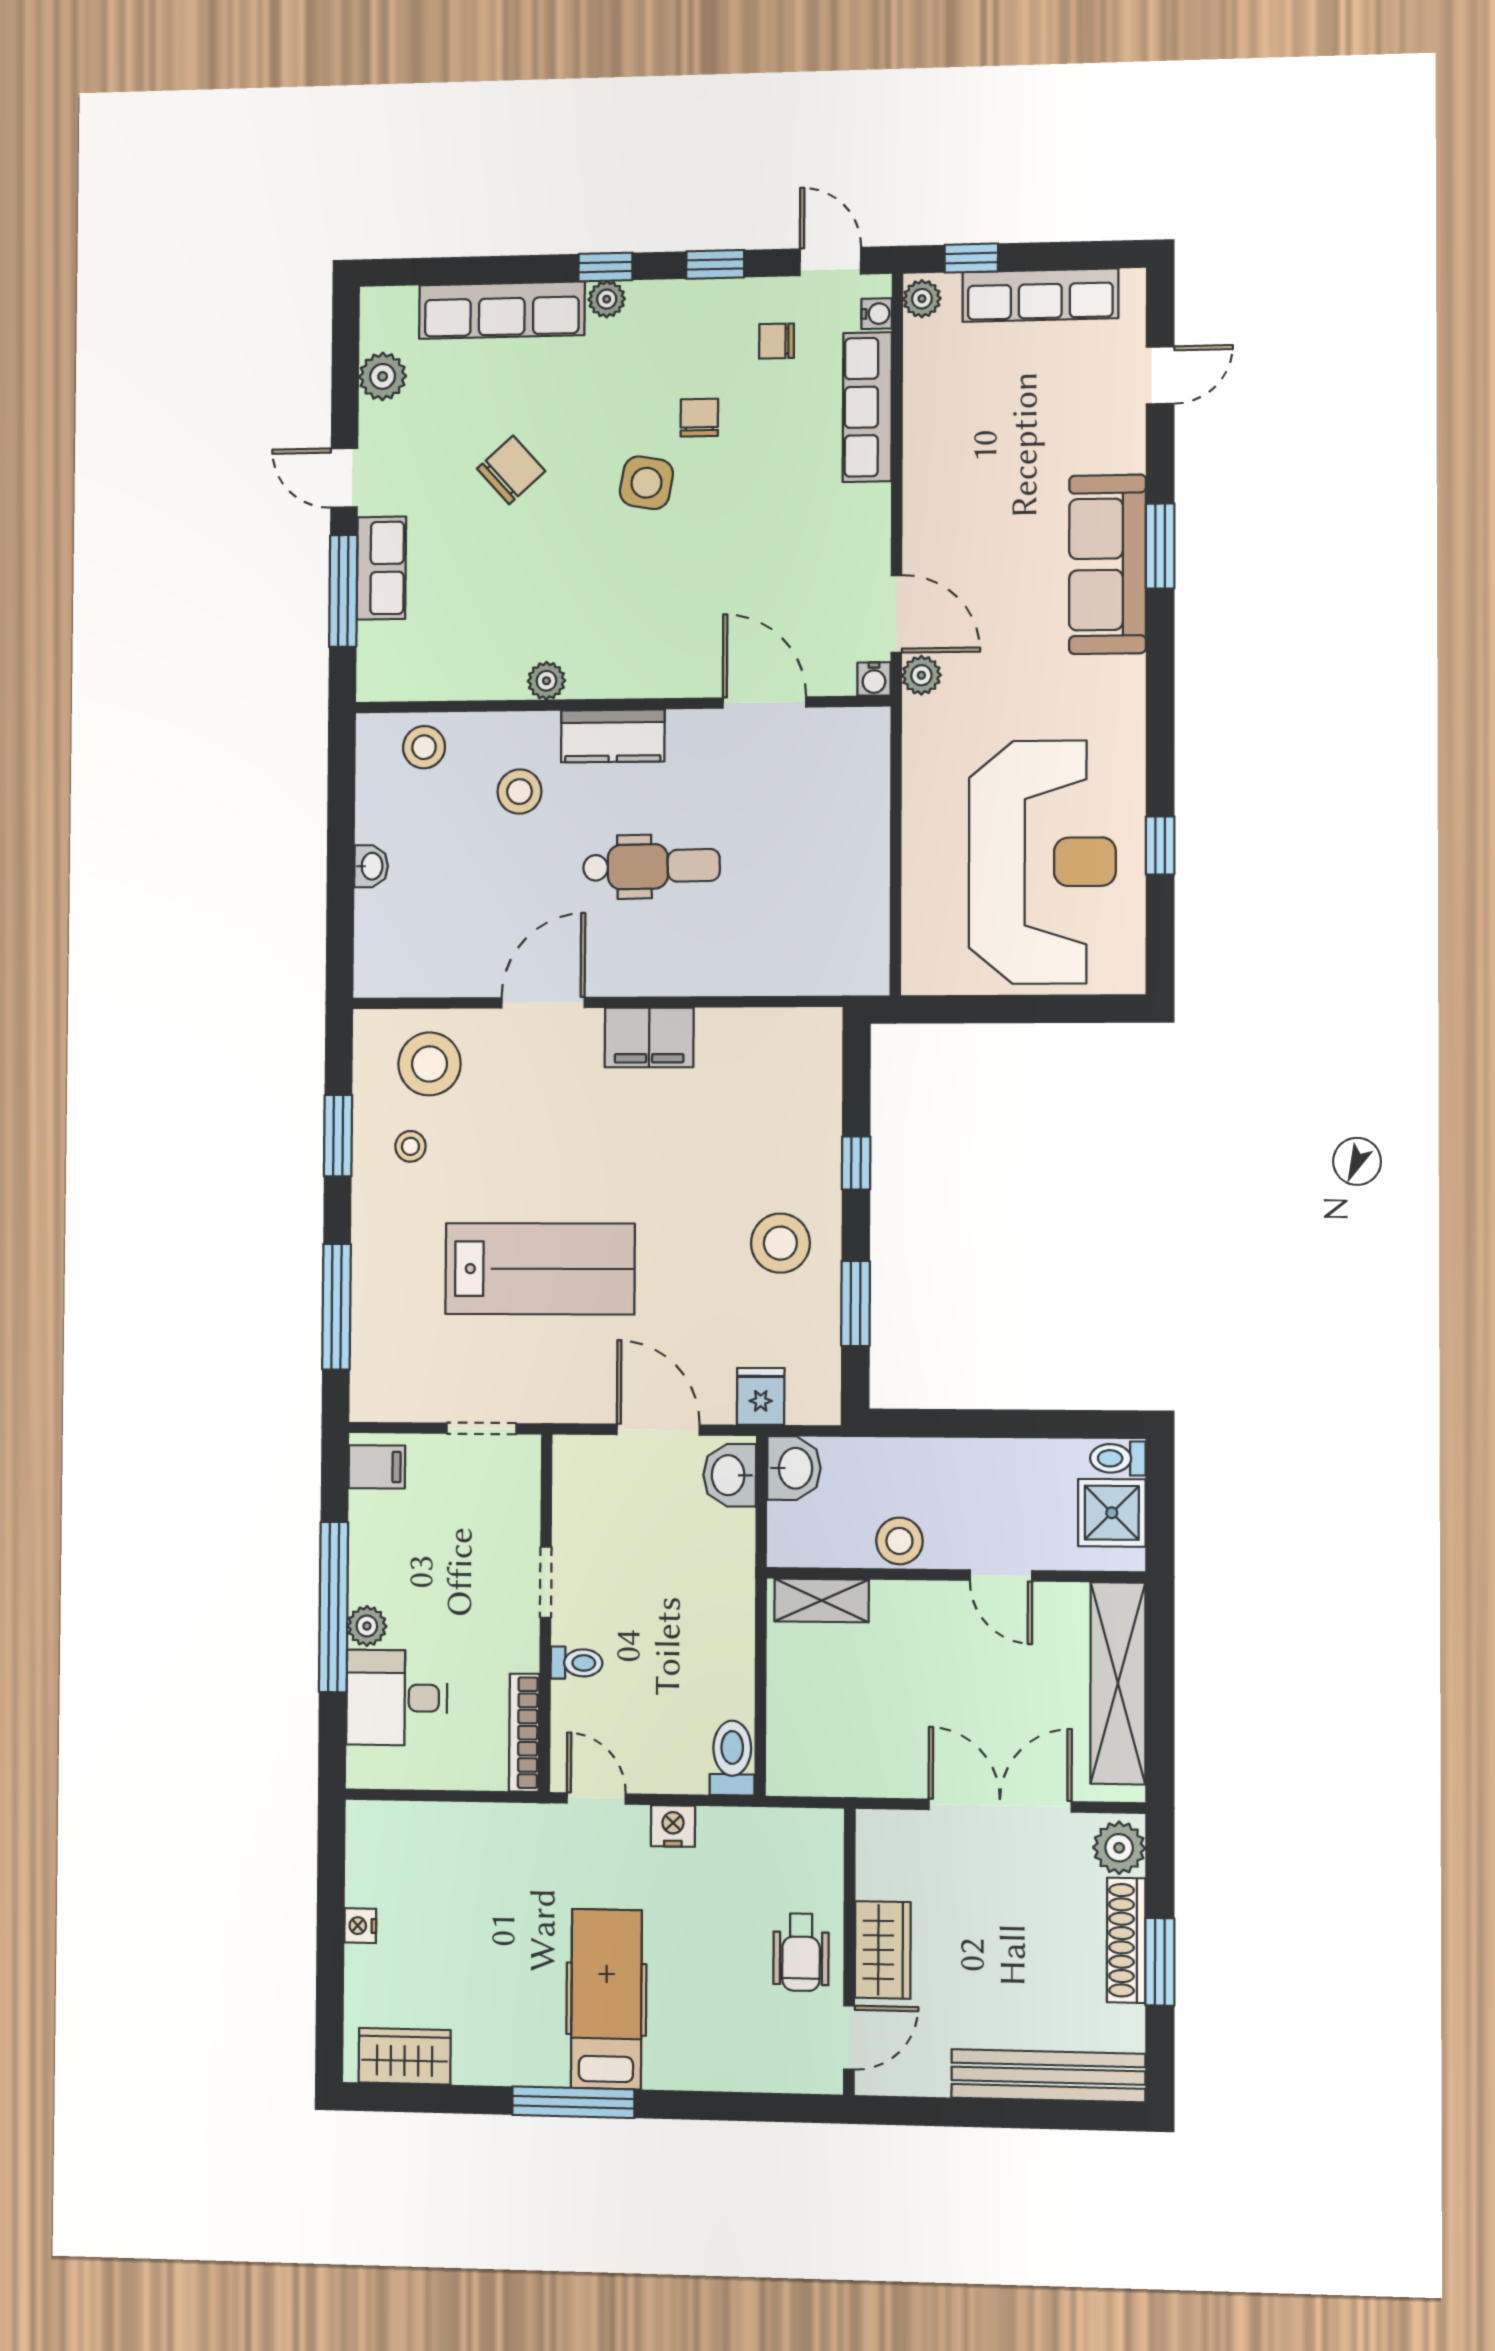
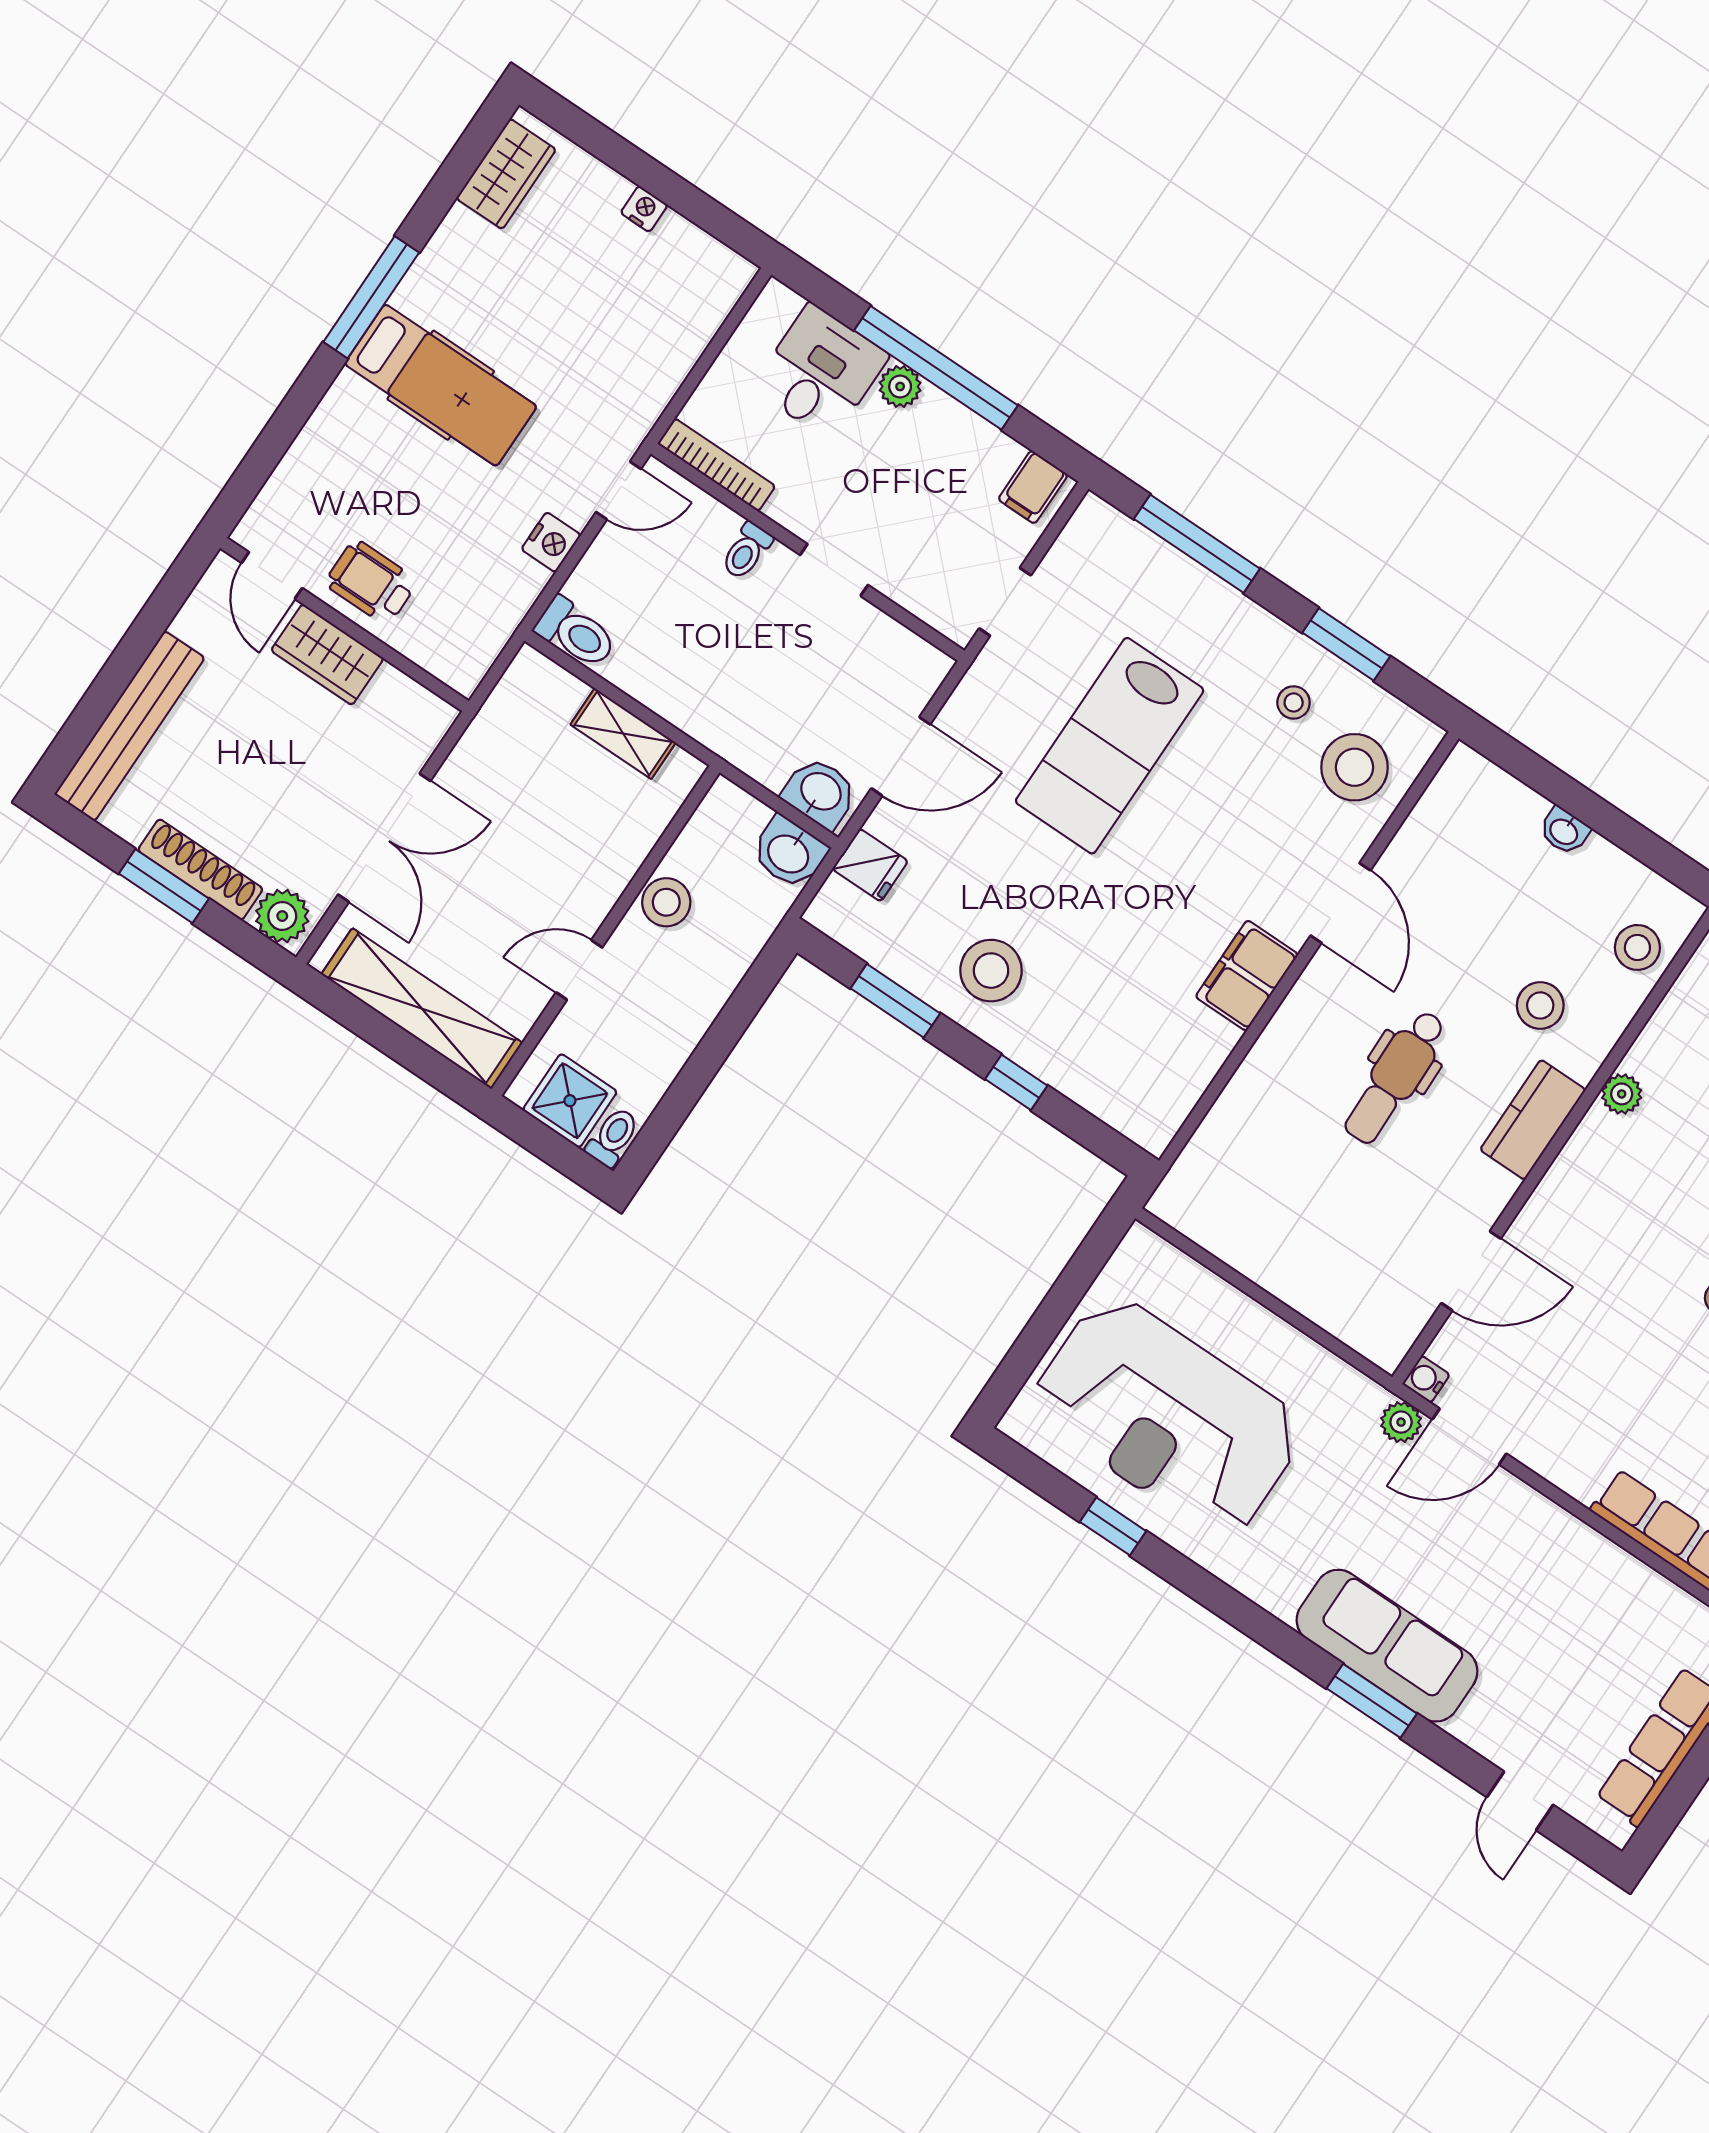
shelving: (821, 1601) -> (623, 734), moved, turned 90

